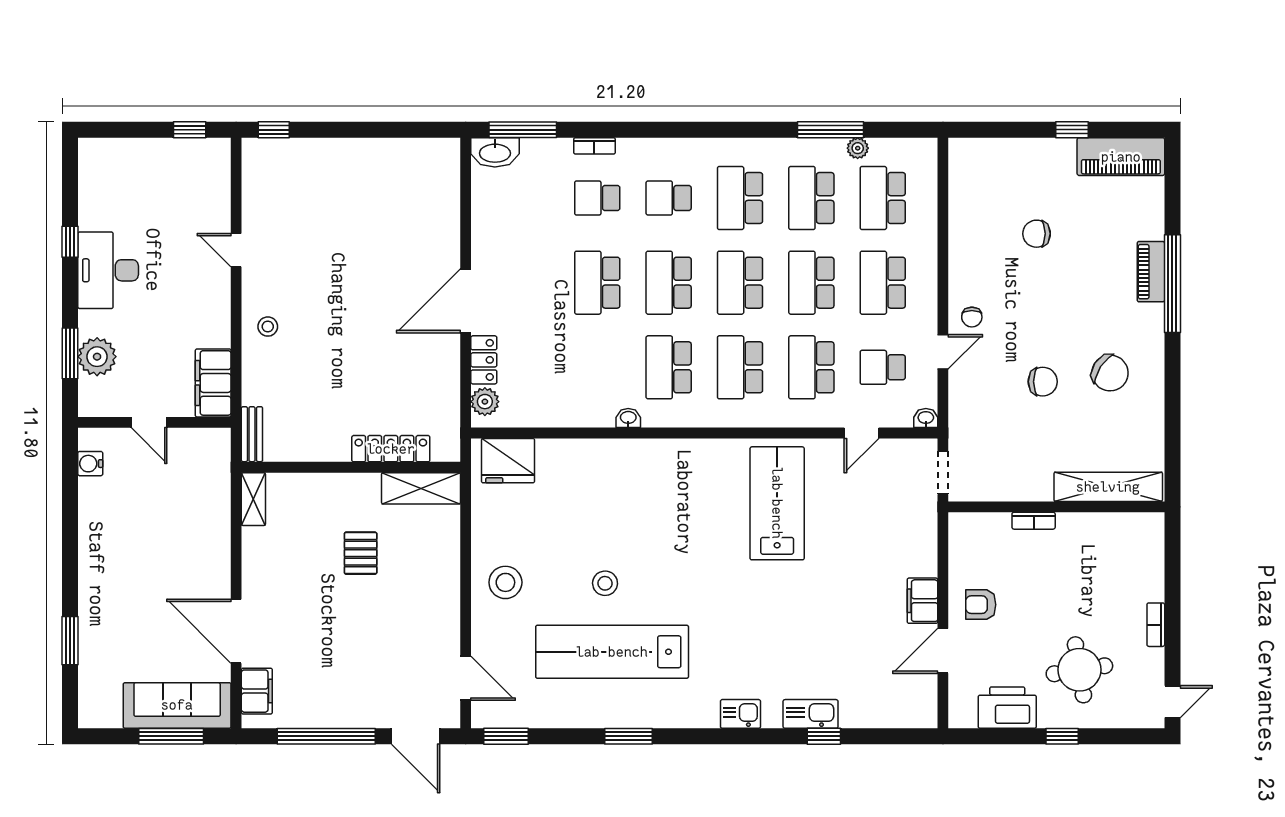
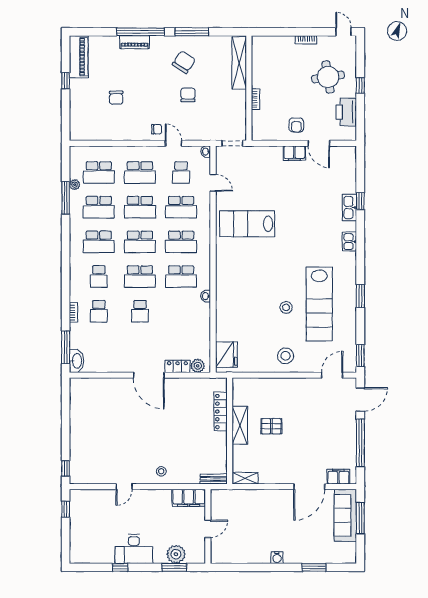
school desk: (597, 283) -> (140, 311), width x0.54
window: (1172, 389) -> (192, 32), added
water cooler: (90, 464) -> (277, 558), moved
shelving: (421, 488) -> (240, 425), moved

